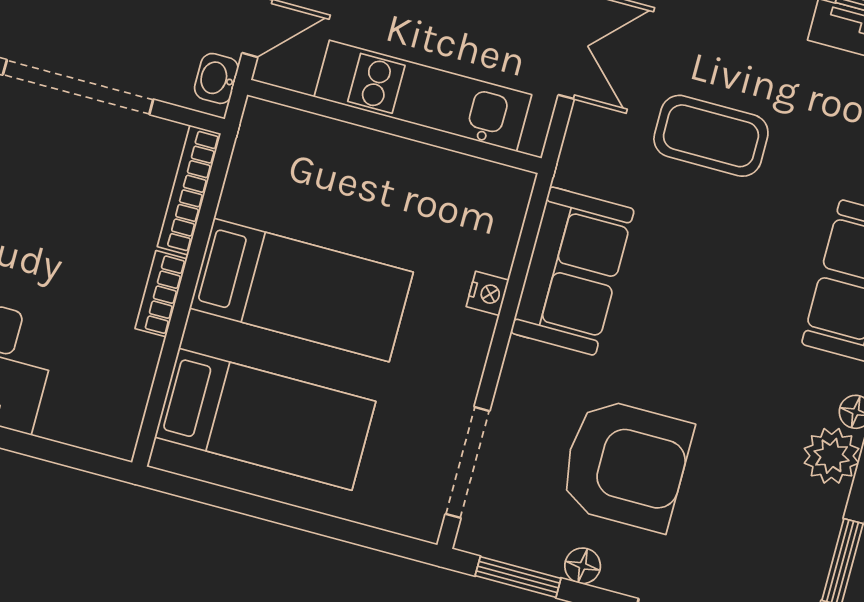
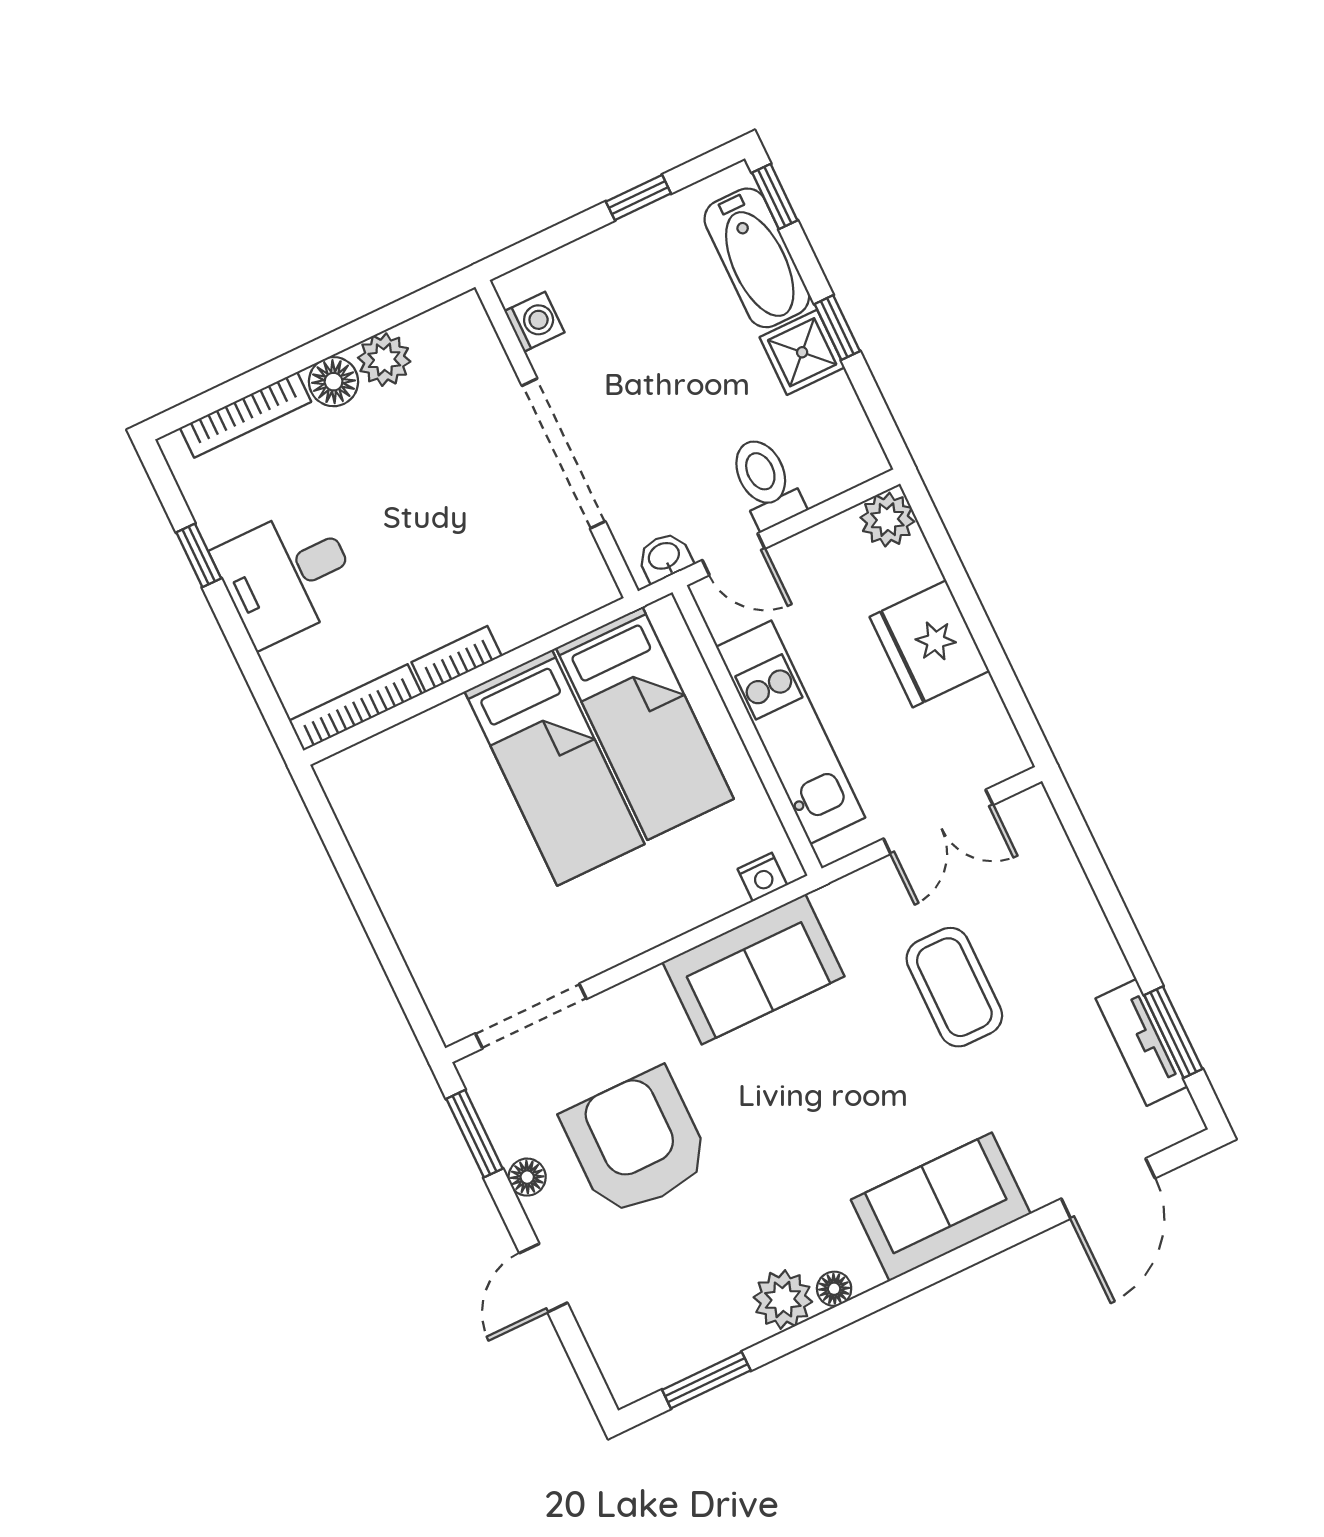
bookcase: (189, 190) -> (356, 707), moved
nightstand: (488, 293) -> (762, 877), moved
bed: (265, 419) -> (645, 723), moved
armchair: (626, 464) -> (636, 1142), turned 180

